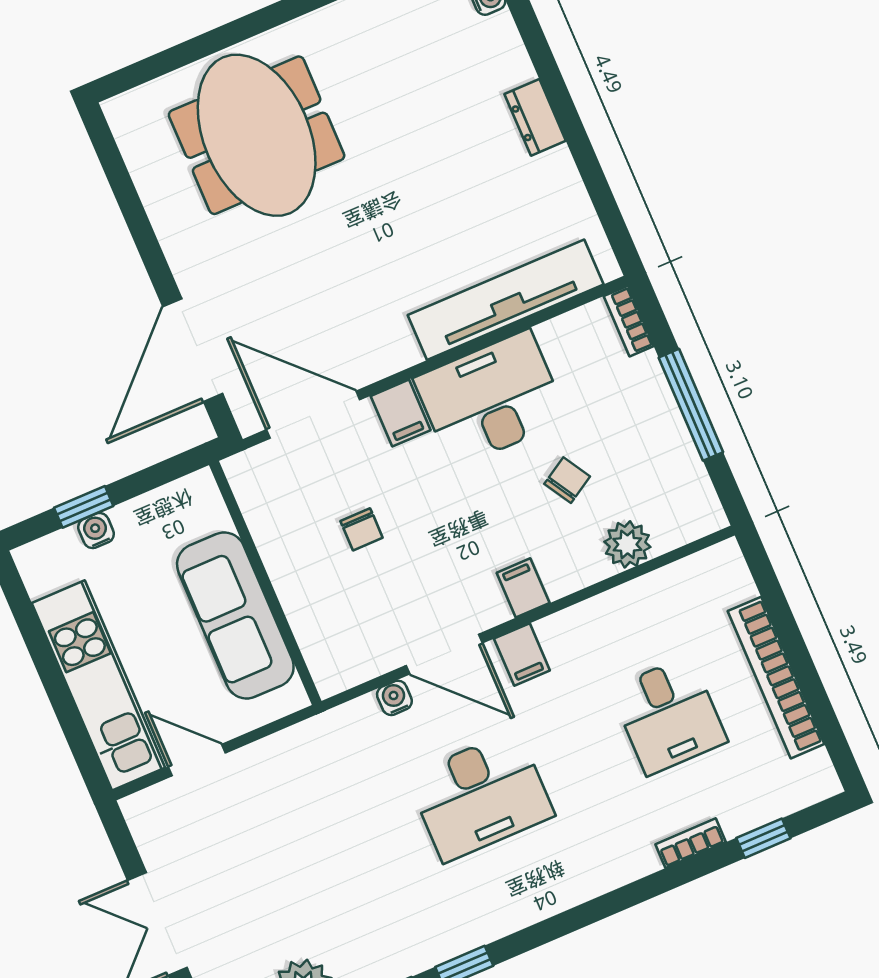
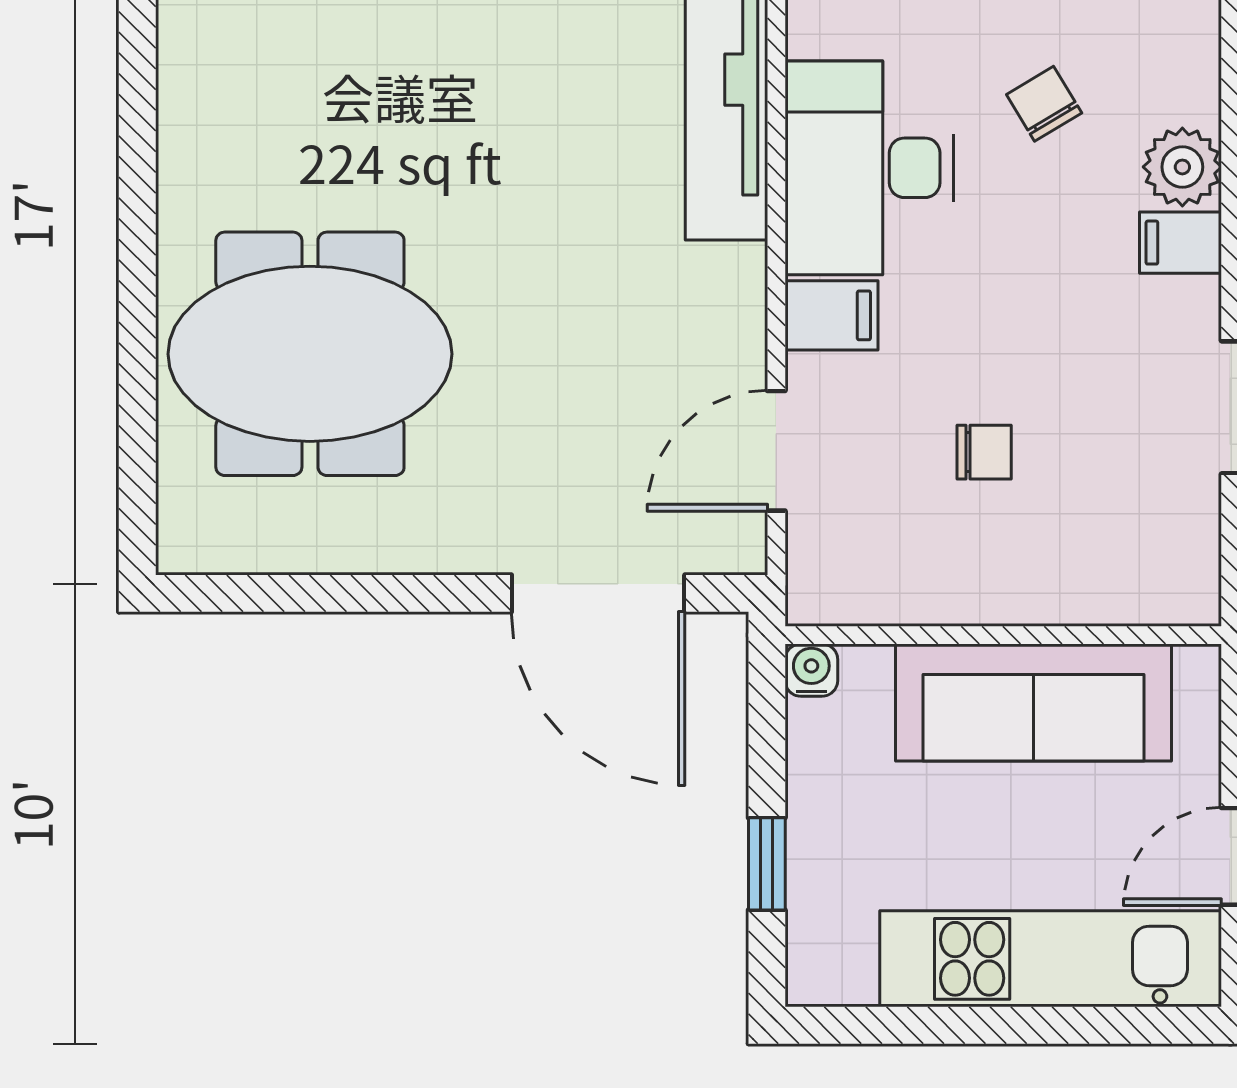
door: (313, 415) -> (776, 451), width x0.73
water cooler: (96, 531) -> (811, 670), moved, turned 90
plant: (627, 544) -> (1182, 167), moved

